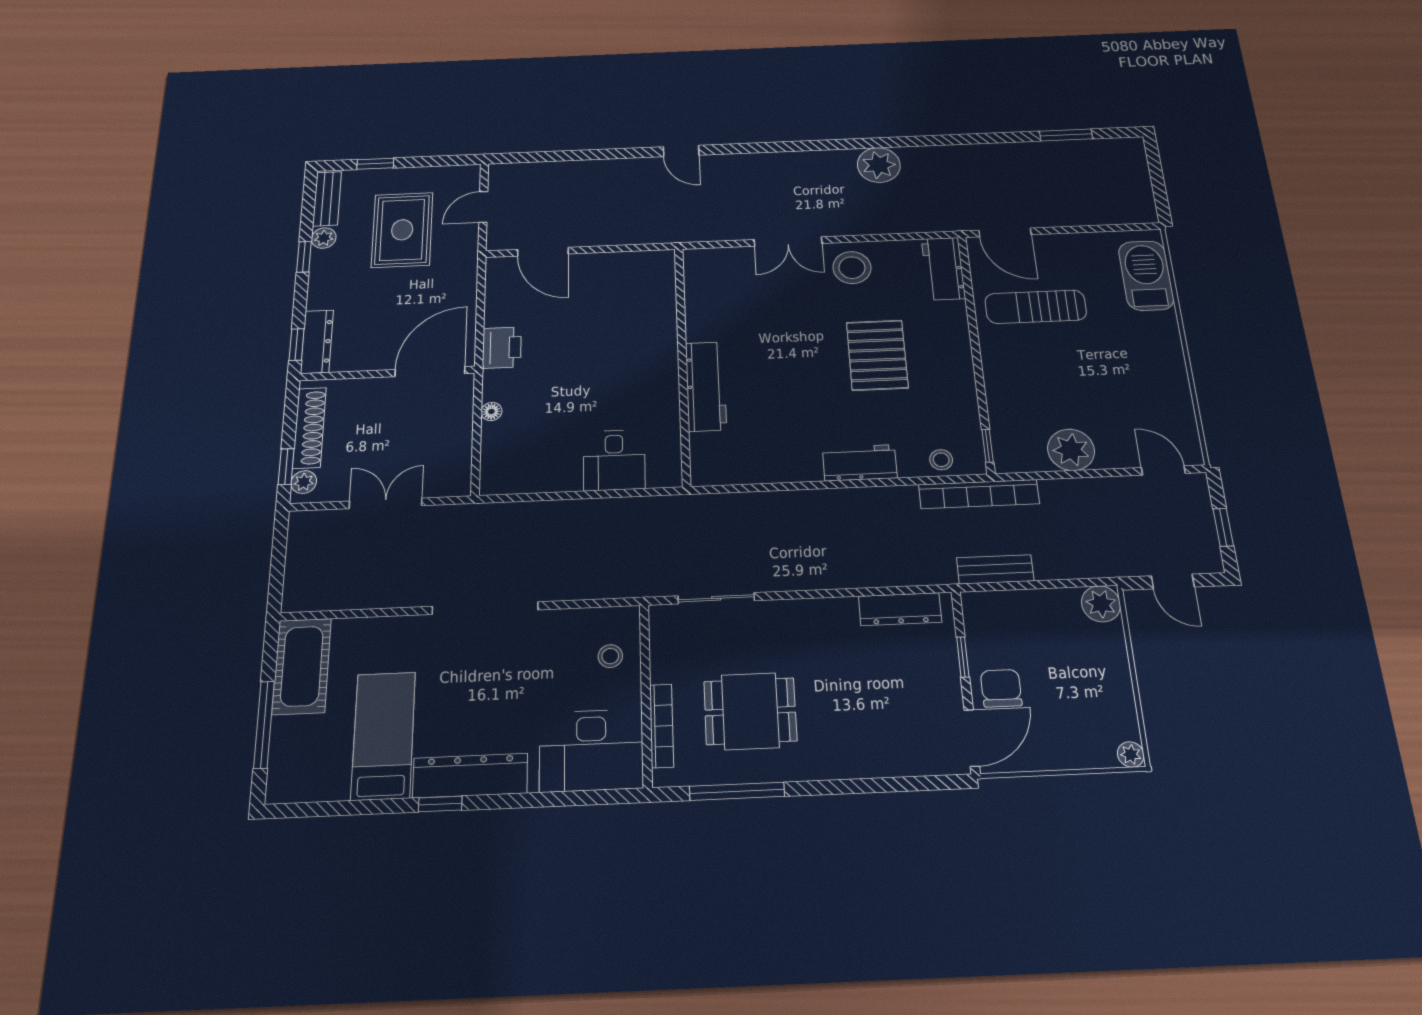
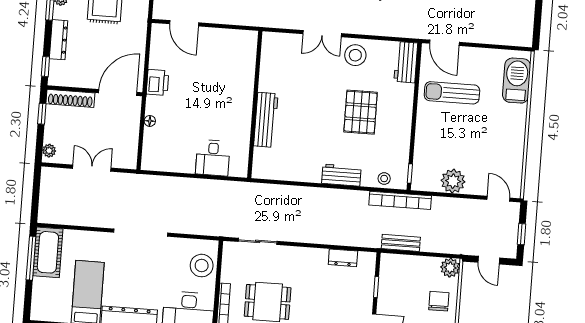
dresser: (317, 342) -> (59, 40), moved
shoe rack: (309, 428) -> (70, 98), moved, turned 90
window: (286, 467) -> (42, 114), moved
dresser: (900, 609) -> (343, 258), width x0.70
stool: (610, 656) -> (202, 266), width x1.89, depth x1.89
chair: (1001, 688) -> (439, 301), moved
window: (264, 725) -> (31, 258), moved

